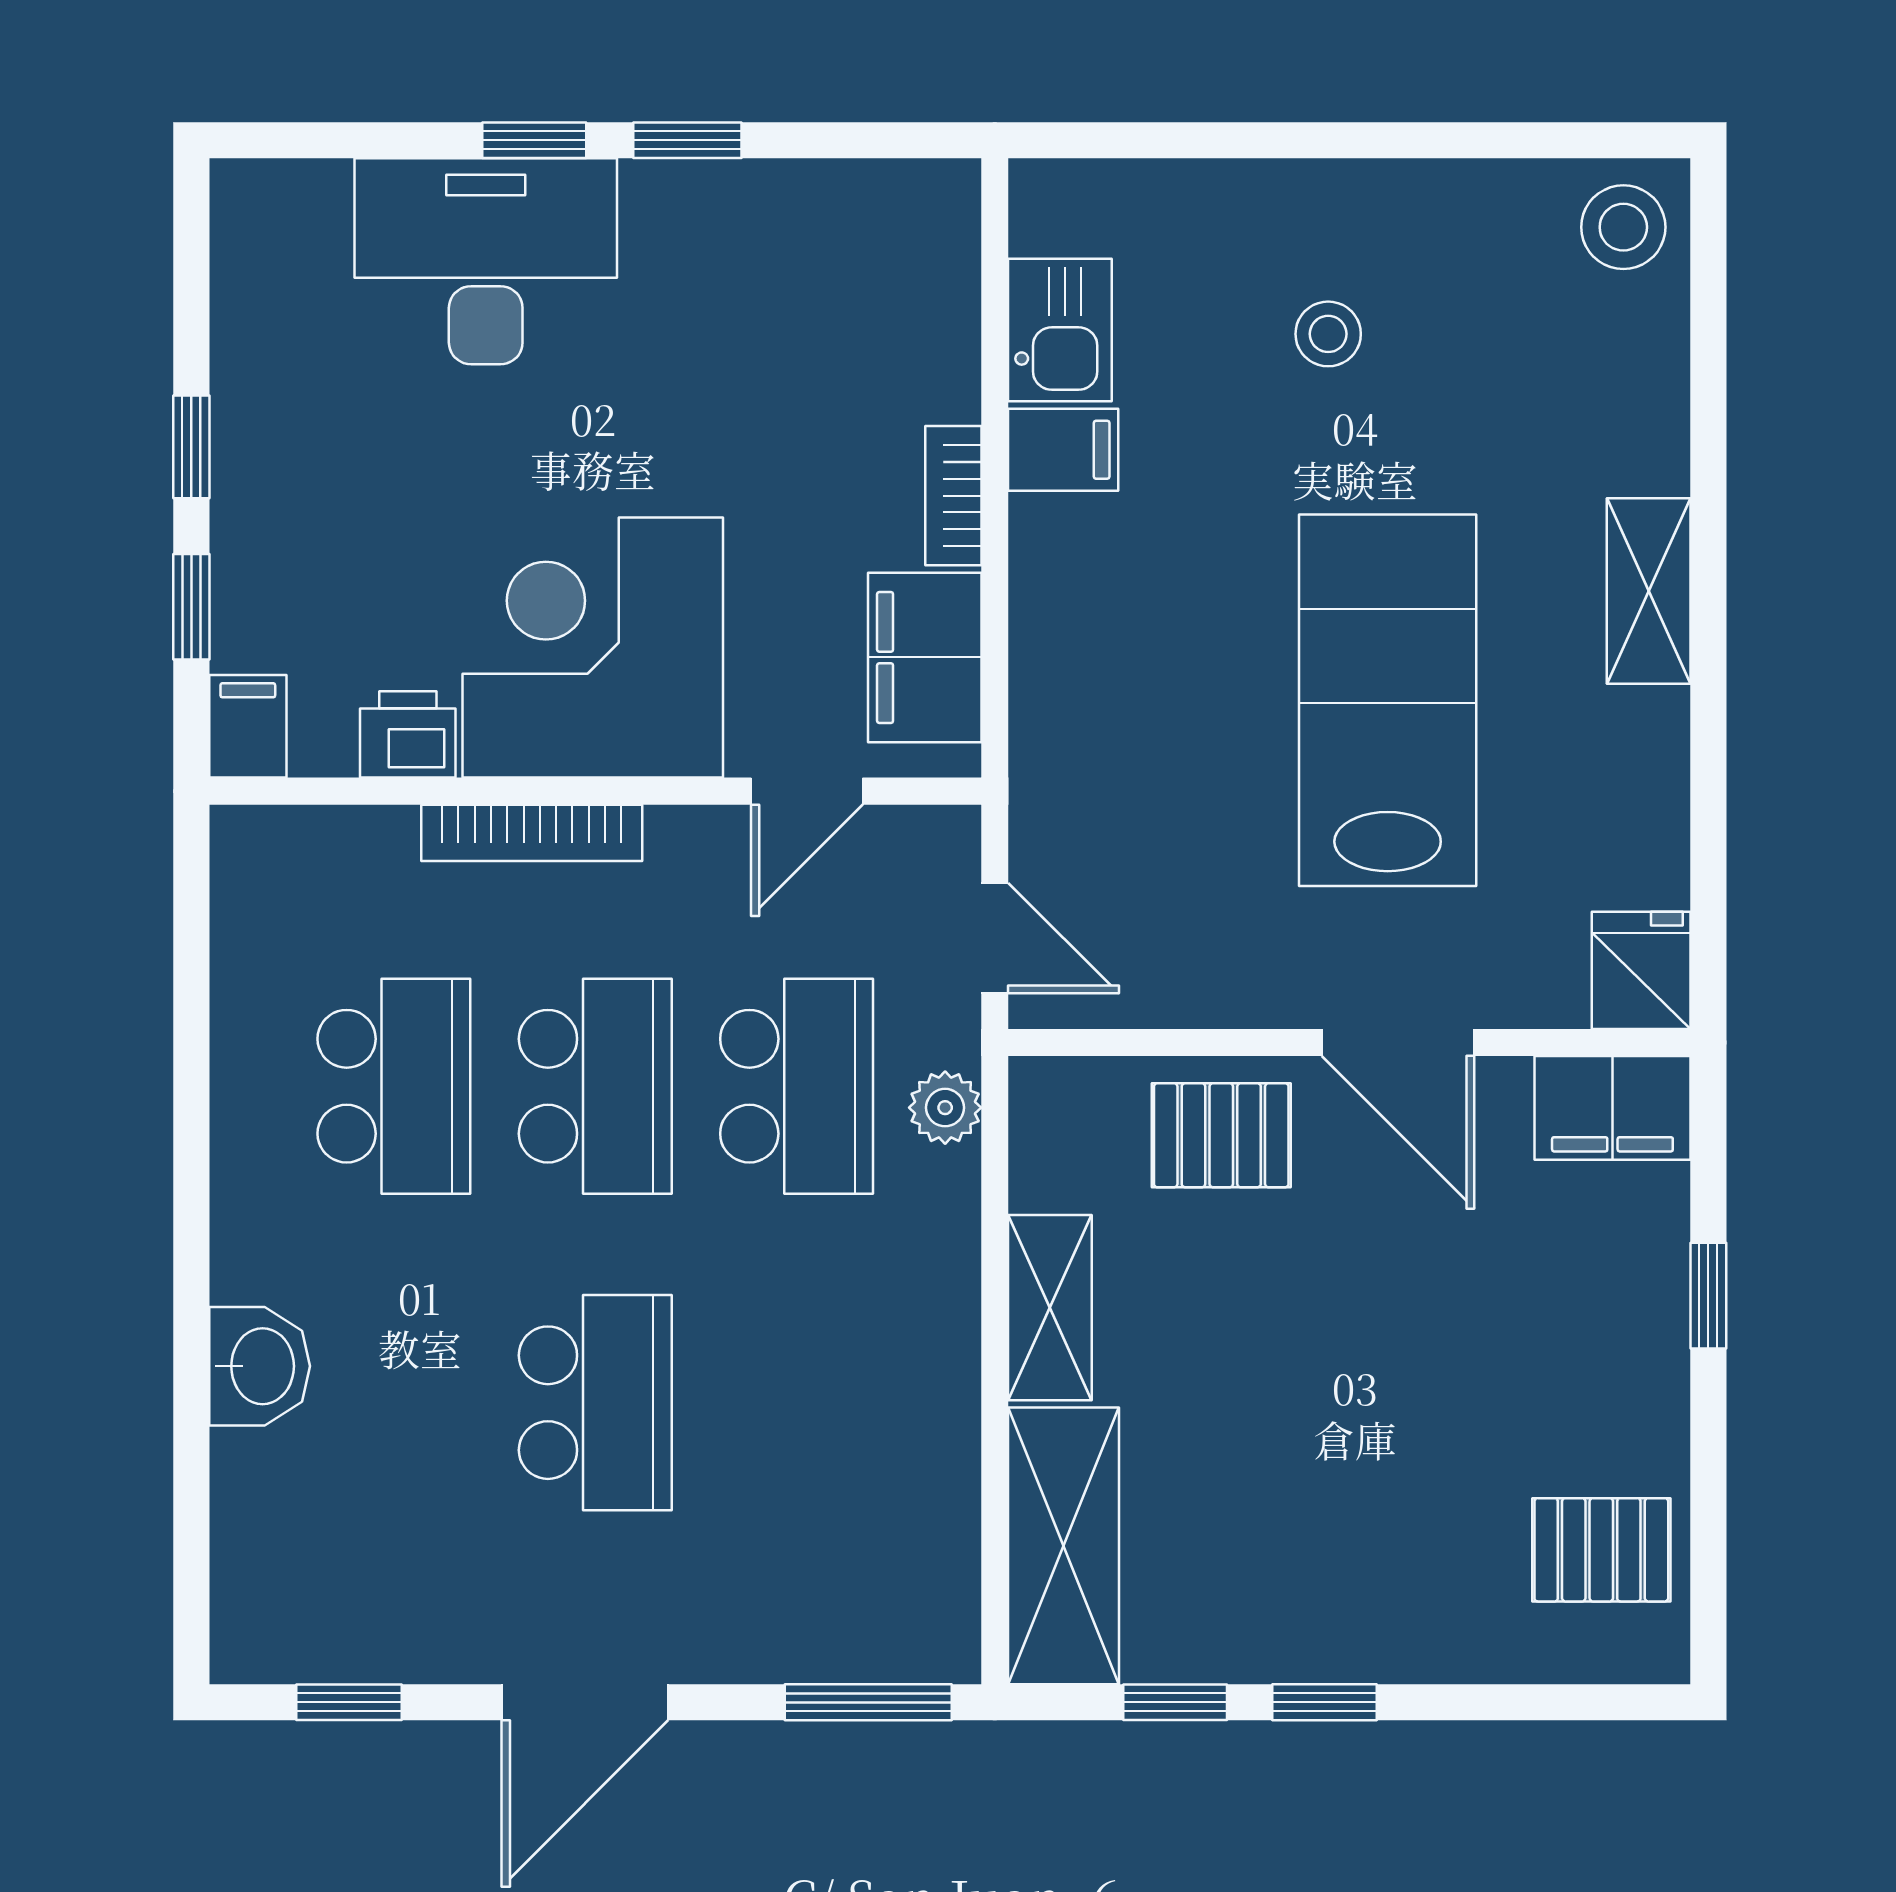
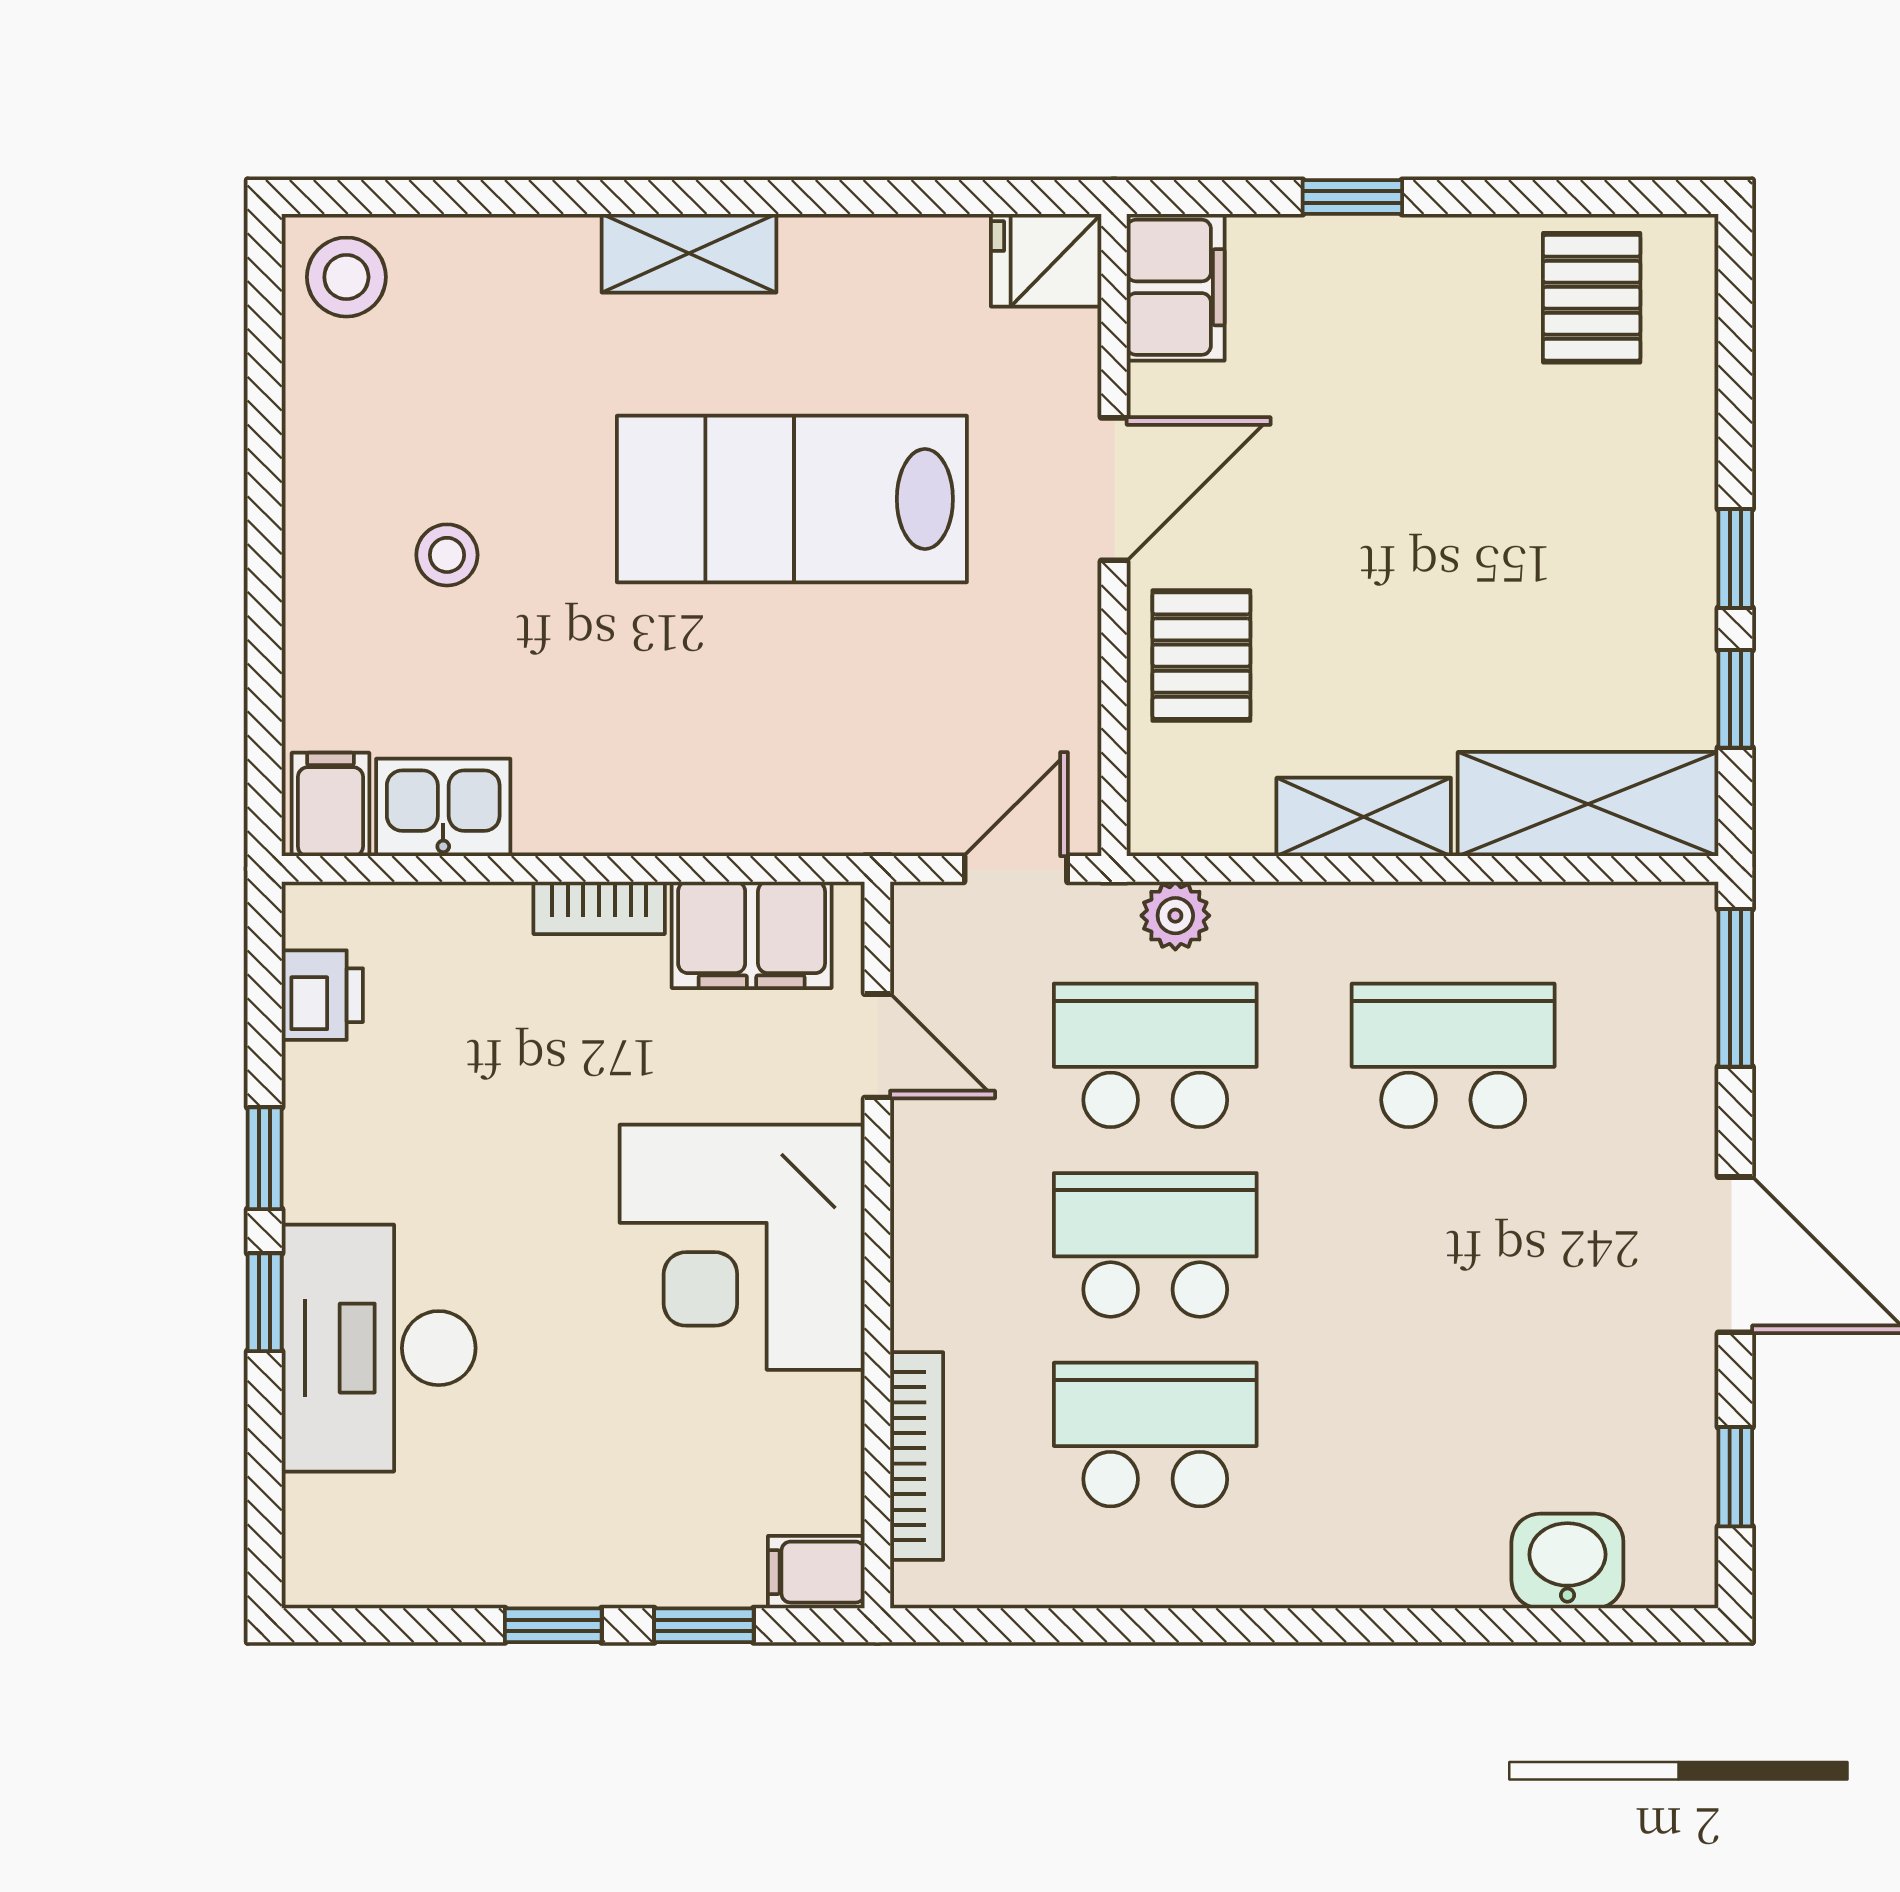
filing cabinet: (1063, 450) -> (330, 804), moved
printer: (408, 734) -> (322, 995), moved, turned 180
bookcase: (532, 833) -> (917, 1456), moved
washbasin: (260, 1366) -> (1567, 1561), moved
school desk: (595, 1403) -> (1453, 1055), moved

